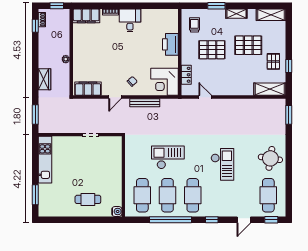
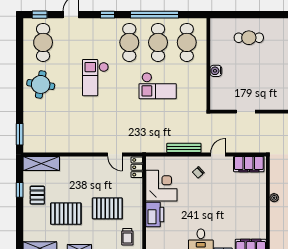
locker: (186, 75) -> (137, 167), moved
corner desk: (165, 82) -> (161, 186), moved
water cooler: (117, 211) -> (216, 71), moved

